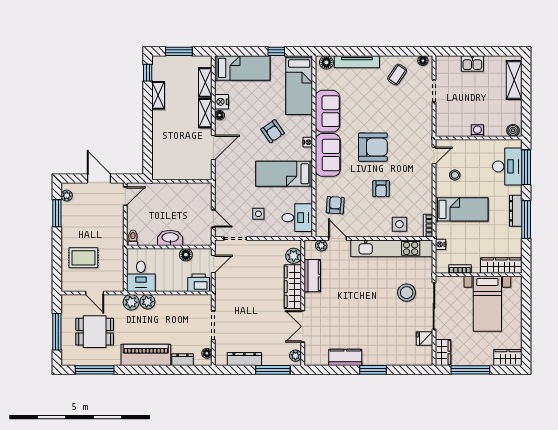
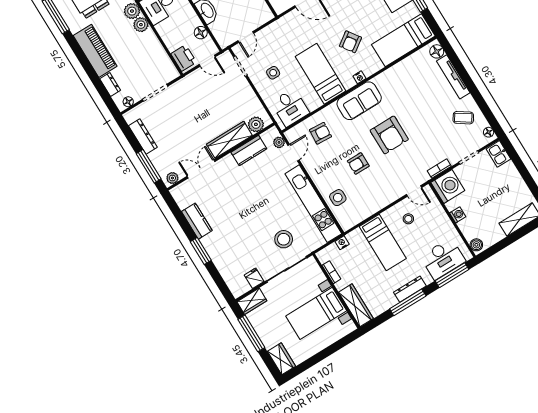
kitchen sink: (472, 64) -> (498, 154), moved
sofa: (327, 111) -> (396, 78), removed
washing machine: (448, 124) -> (448, 186), added
bookcase: (428, 226) -> (439, 168), moved

